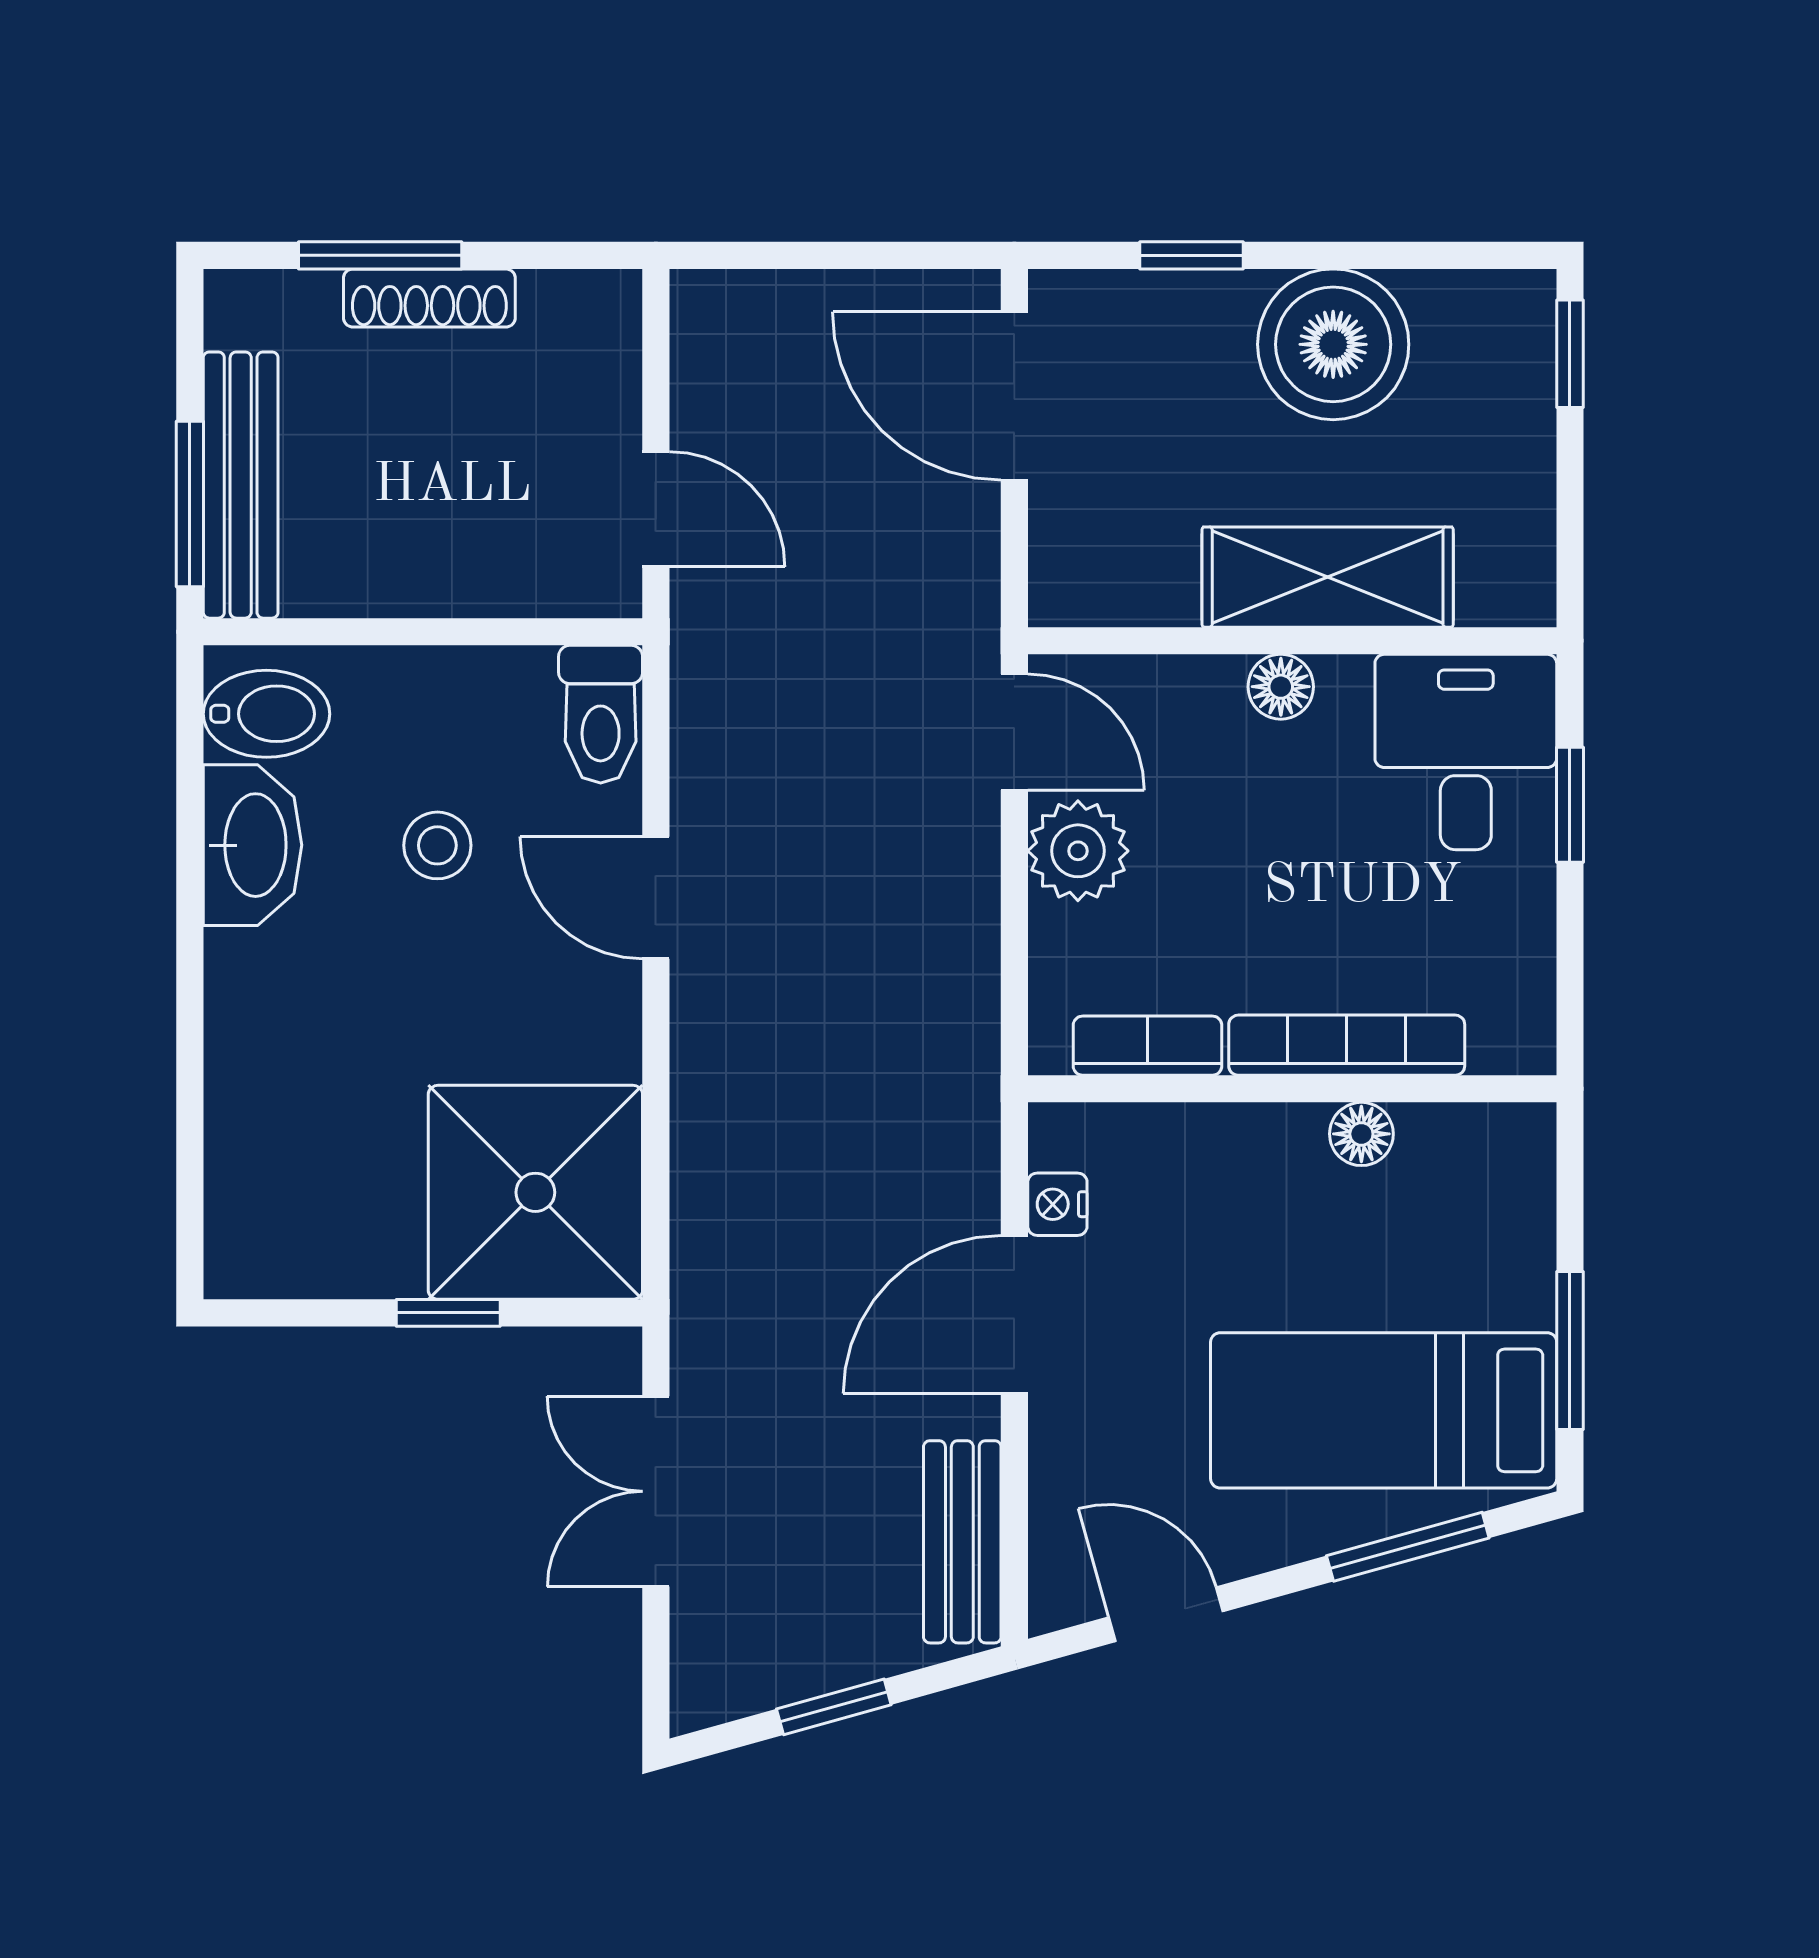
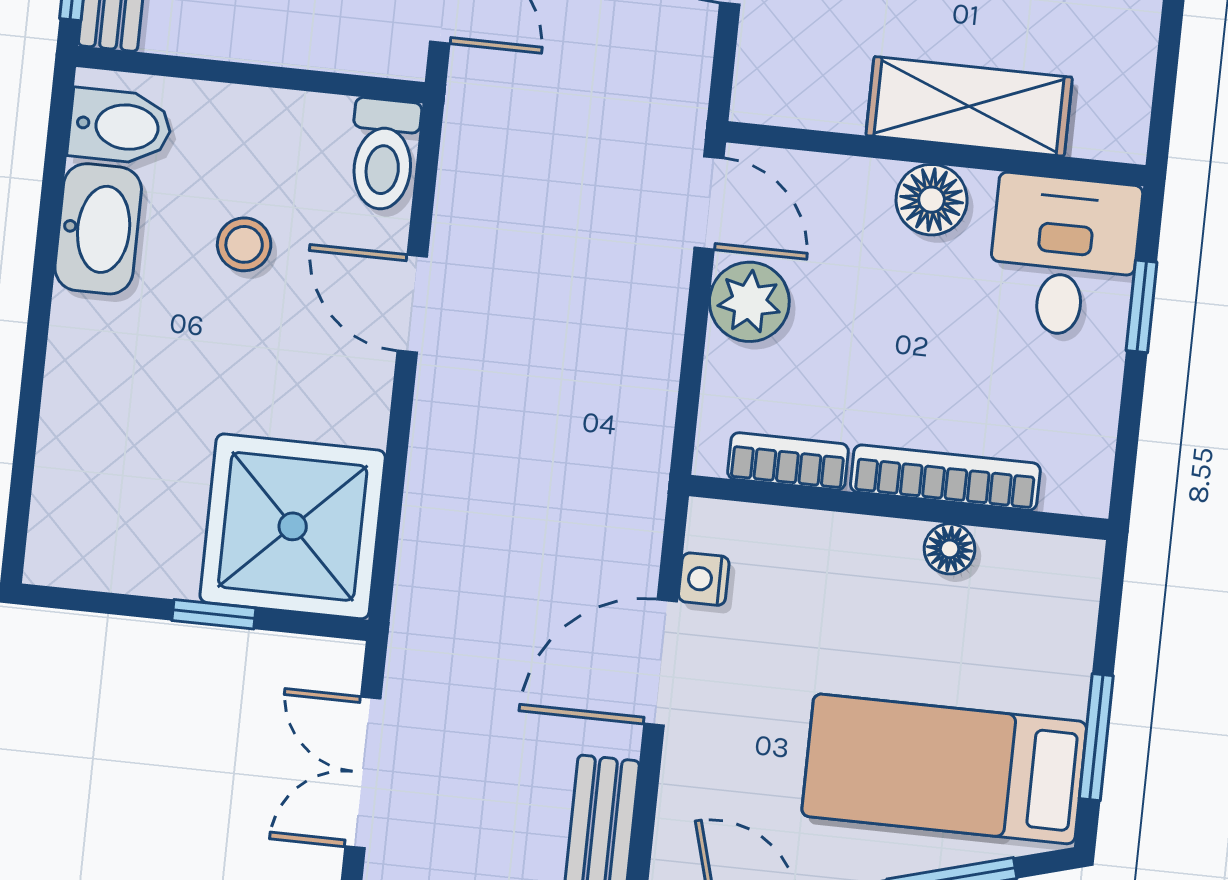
floor lamp: (1281, 687) -> (932, 200), width x1.37, depth x1.37

